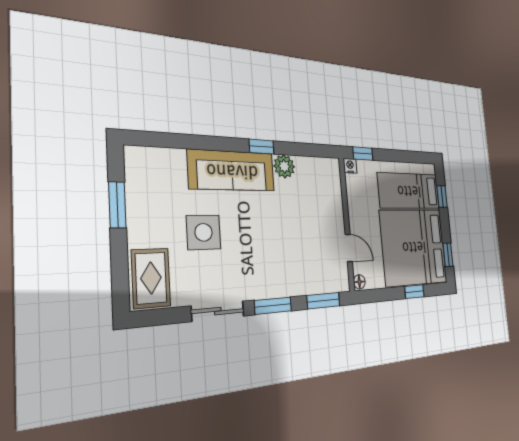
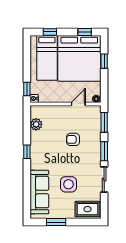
plant: (284, 166) -> (36, 124), moved
sofa: (232, 171) -> (39, 192), moved
armchair: (290, 240) -> (73, 139), added

